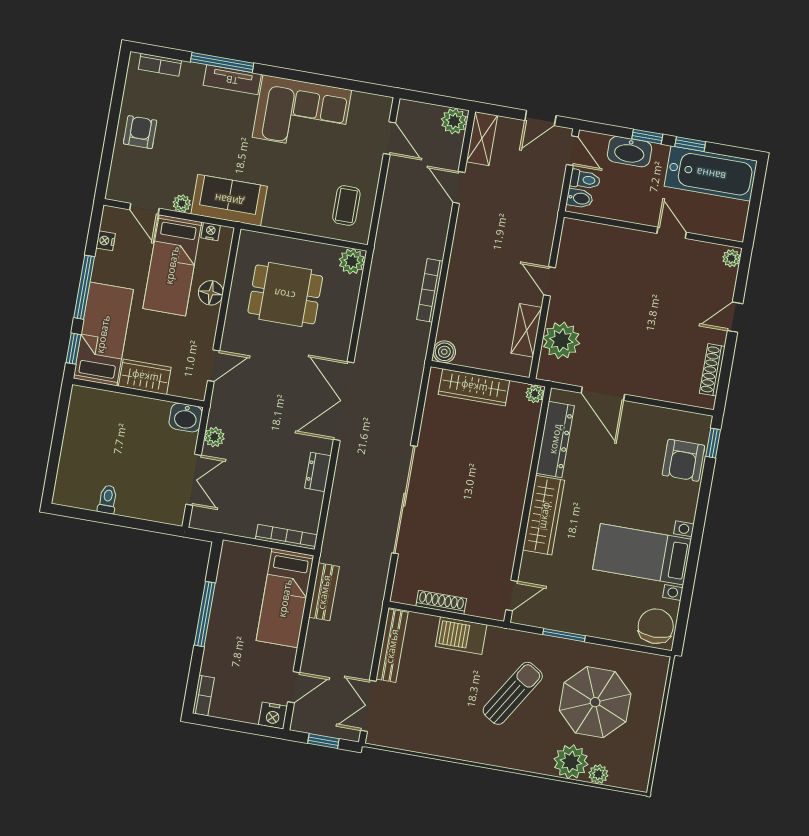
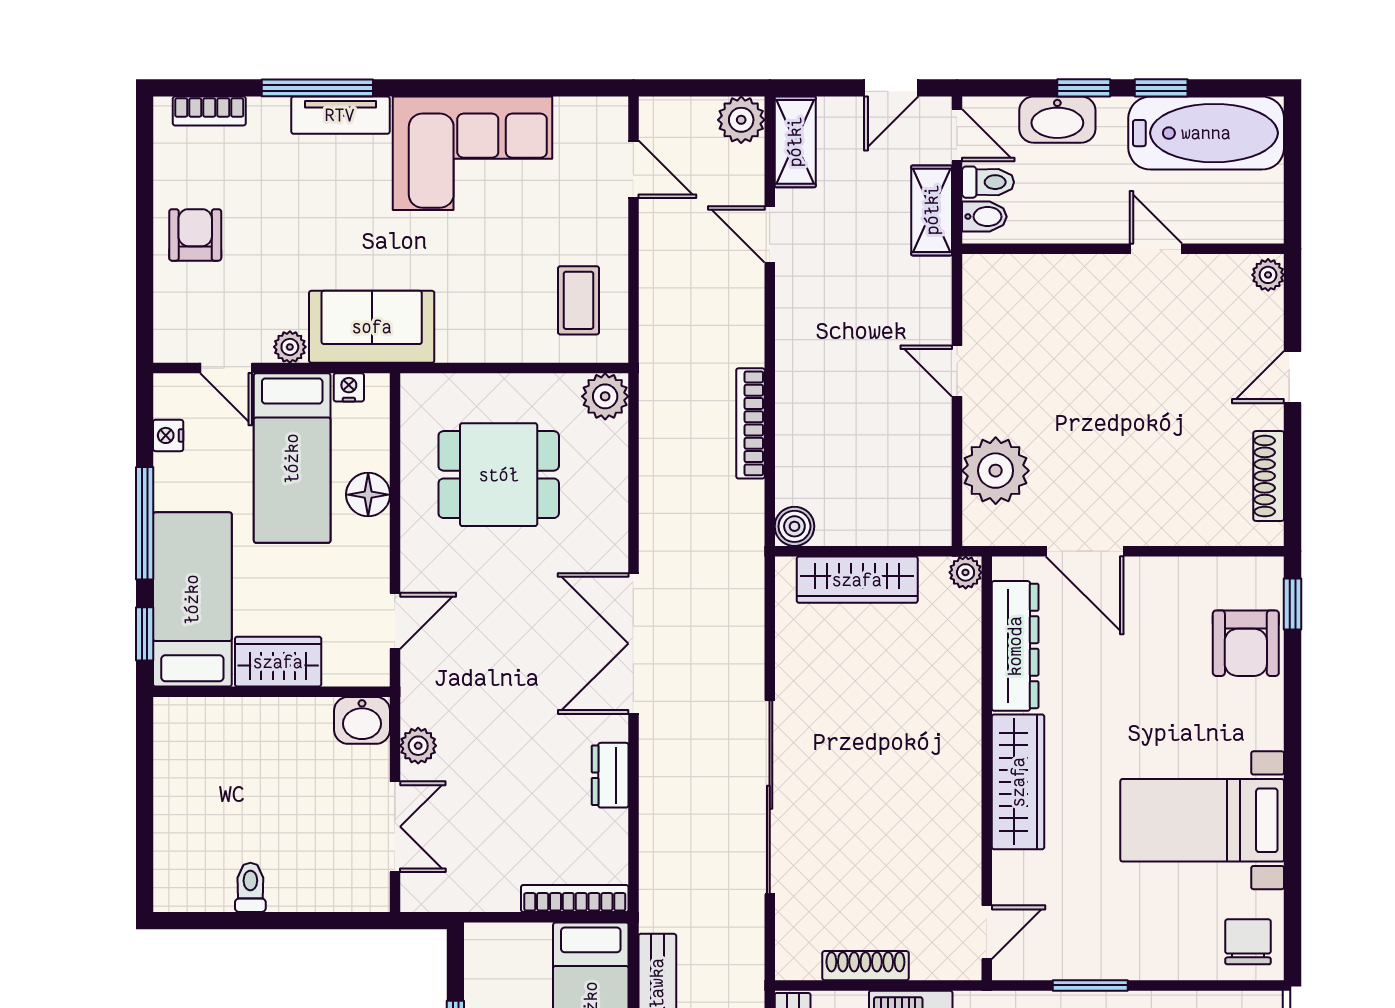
shelving: (526, 330) -> (932, 210), moved
chair: (656, 626) -> (1248, 942), width x0.73, depth x0.73

